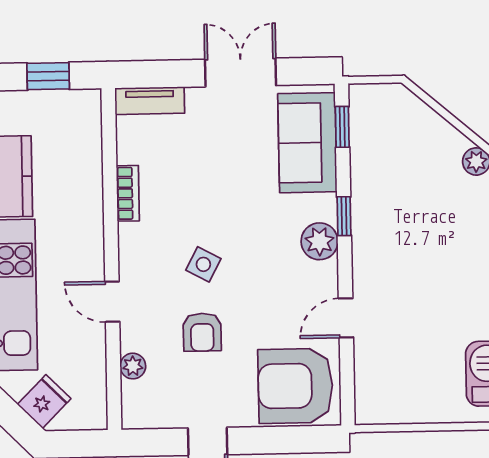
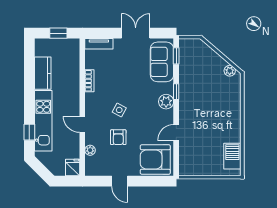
fridge: (44, 402) -> (73, 167), moved, turned -45

